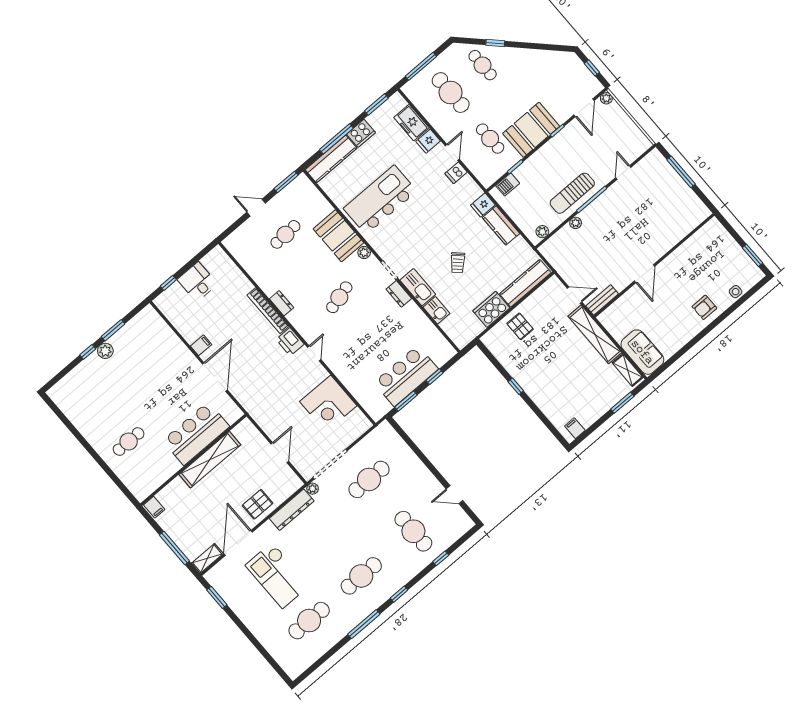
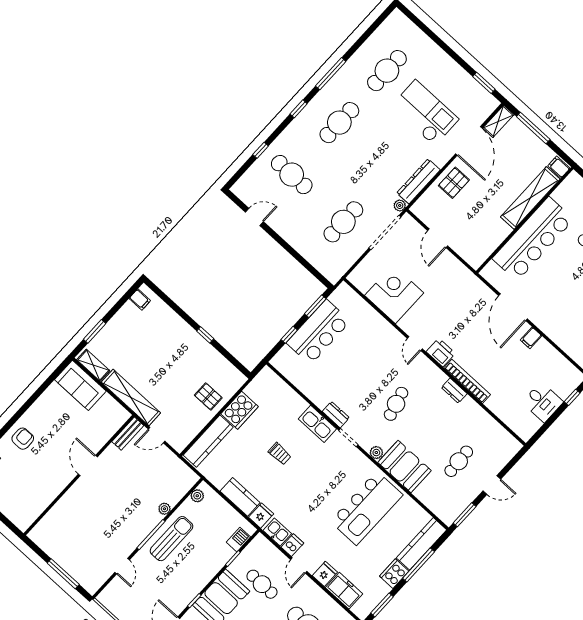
trolley: (458, 263) -> (280, 454), turned 136
kitchen sink: (437, 310) -> (277, 532), moved, turned 180
bar counter: (196, 434) -> (533, 239), width x1.36
shelving: (210, 460) -> (530, 198), moved

